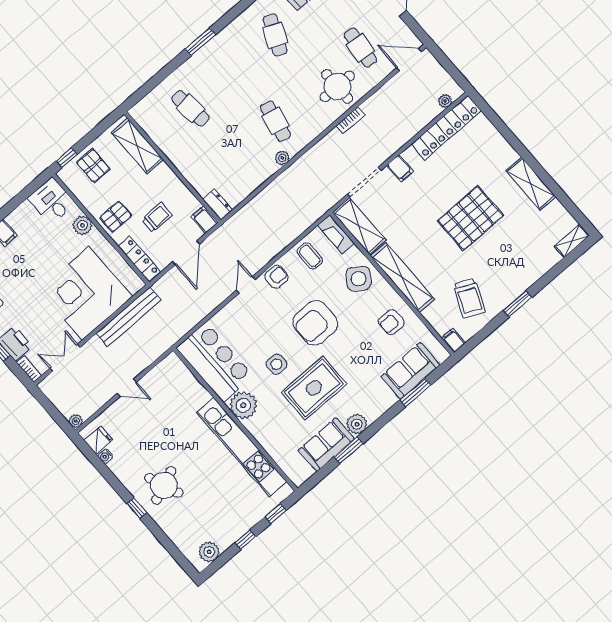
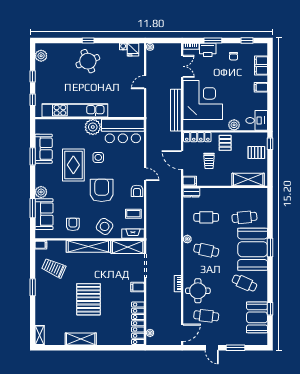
booth: (222, 62) -> (253, 249), added
cafe table: (233, 158) -> (206, 217), added
plant: (357, 424) -> (41, 192), moved

